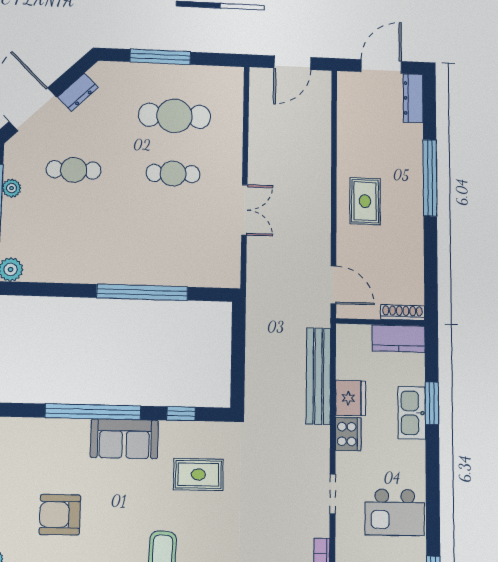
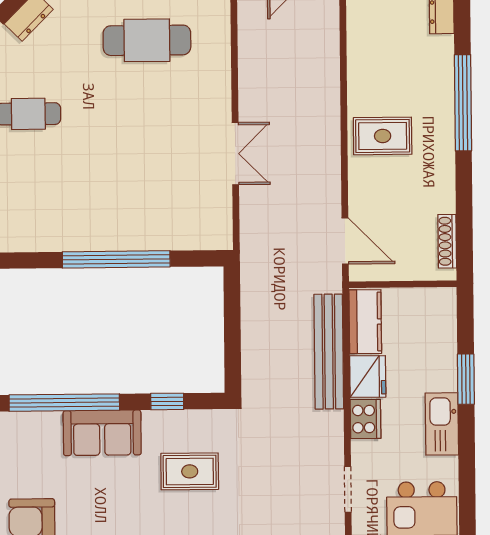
cafe table: (173, 174) -> (148, 113), removed
rug: (365, 201) -> (383, 136), turned 90
shoe rack: (403, 313) -> (447, 241), moved, turned -90
kitchen counter: (399, 339) -> (365, 322), moved, turned -90
kitchen sink: (412, 413) -> (442, 424), moved

